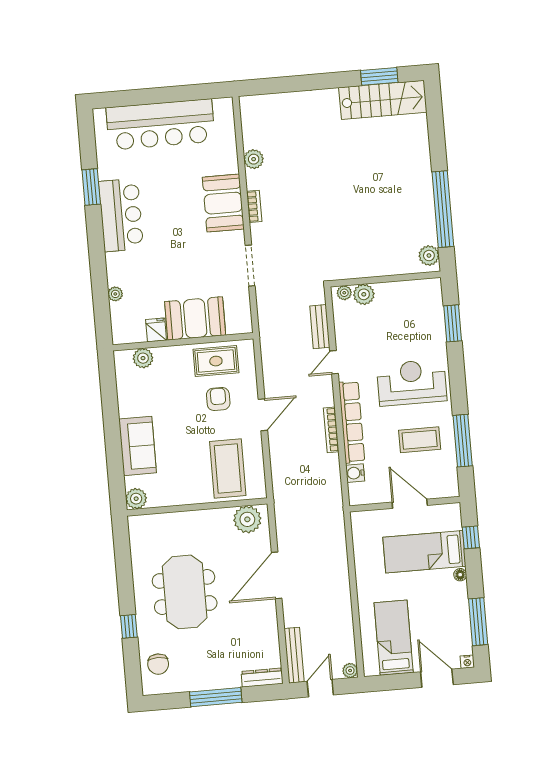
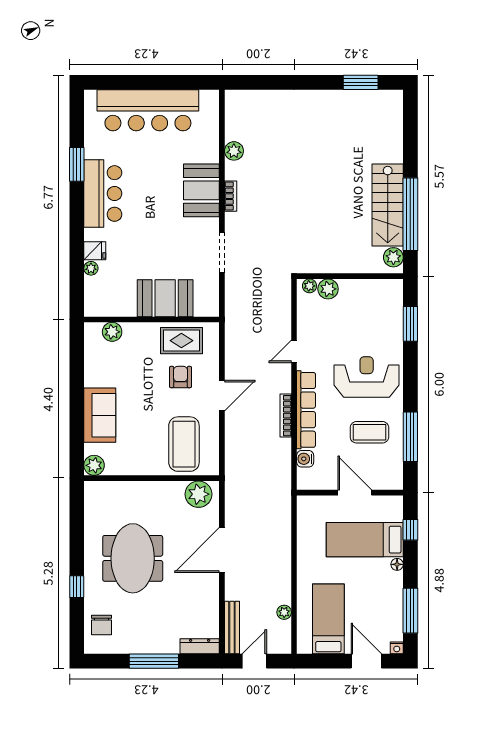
stairs: (383, 100) -> (388, 205), moved, turned 90
bench: (320, 327) -> (283, 316), removed
fridge: (156, 330) -> (95, 251), moved, turned 90
plant: (350, 671) -> (284, 612), moved

